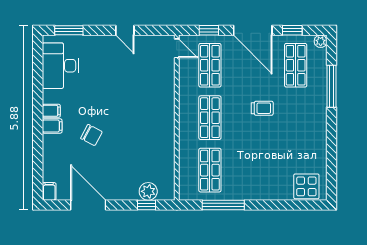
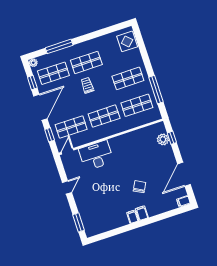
desk: (60, 66) -> (96, 155), moved, turned 180
shop shelf: (296, 118) -> (86, 62), added
shop shelf: (253, 170) -> (128, 78), added

